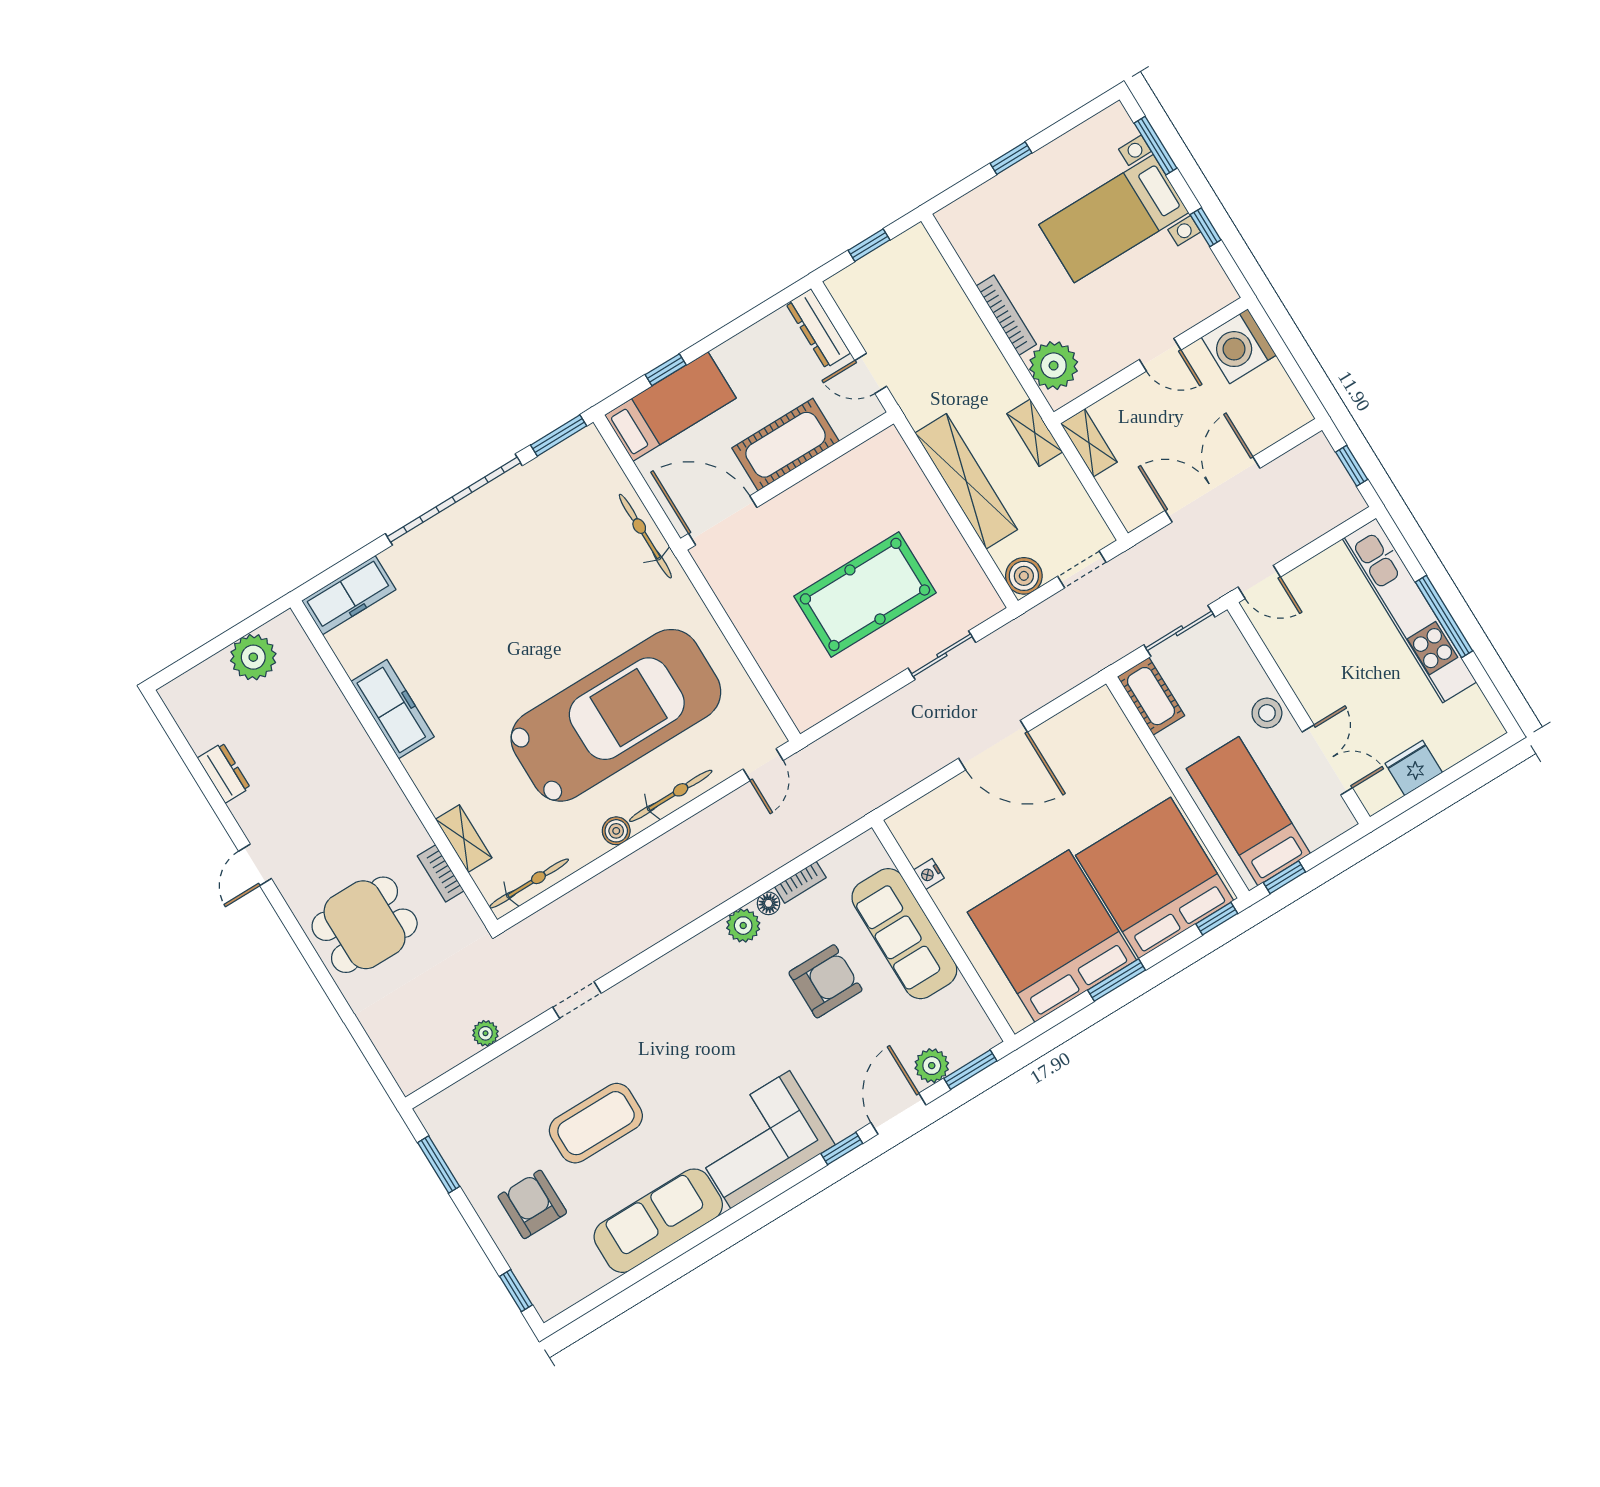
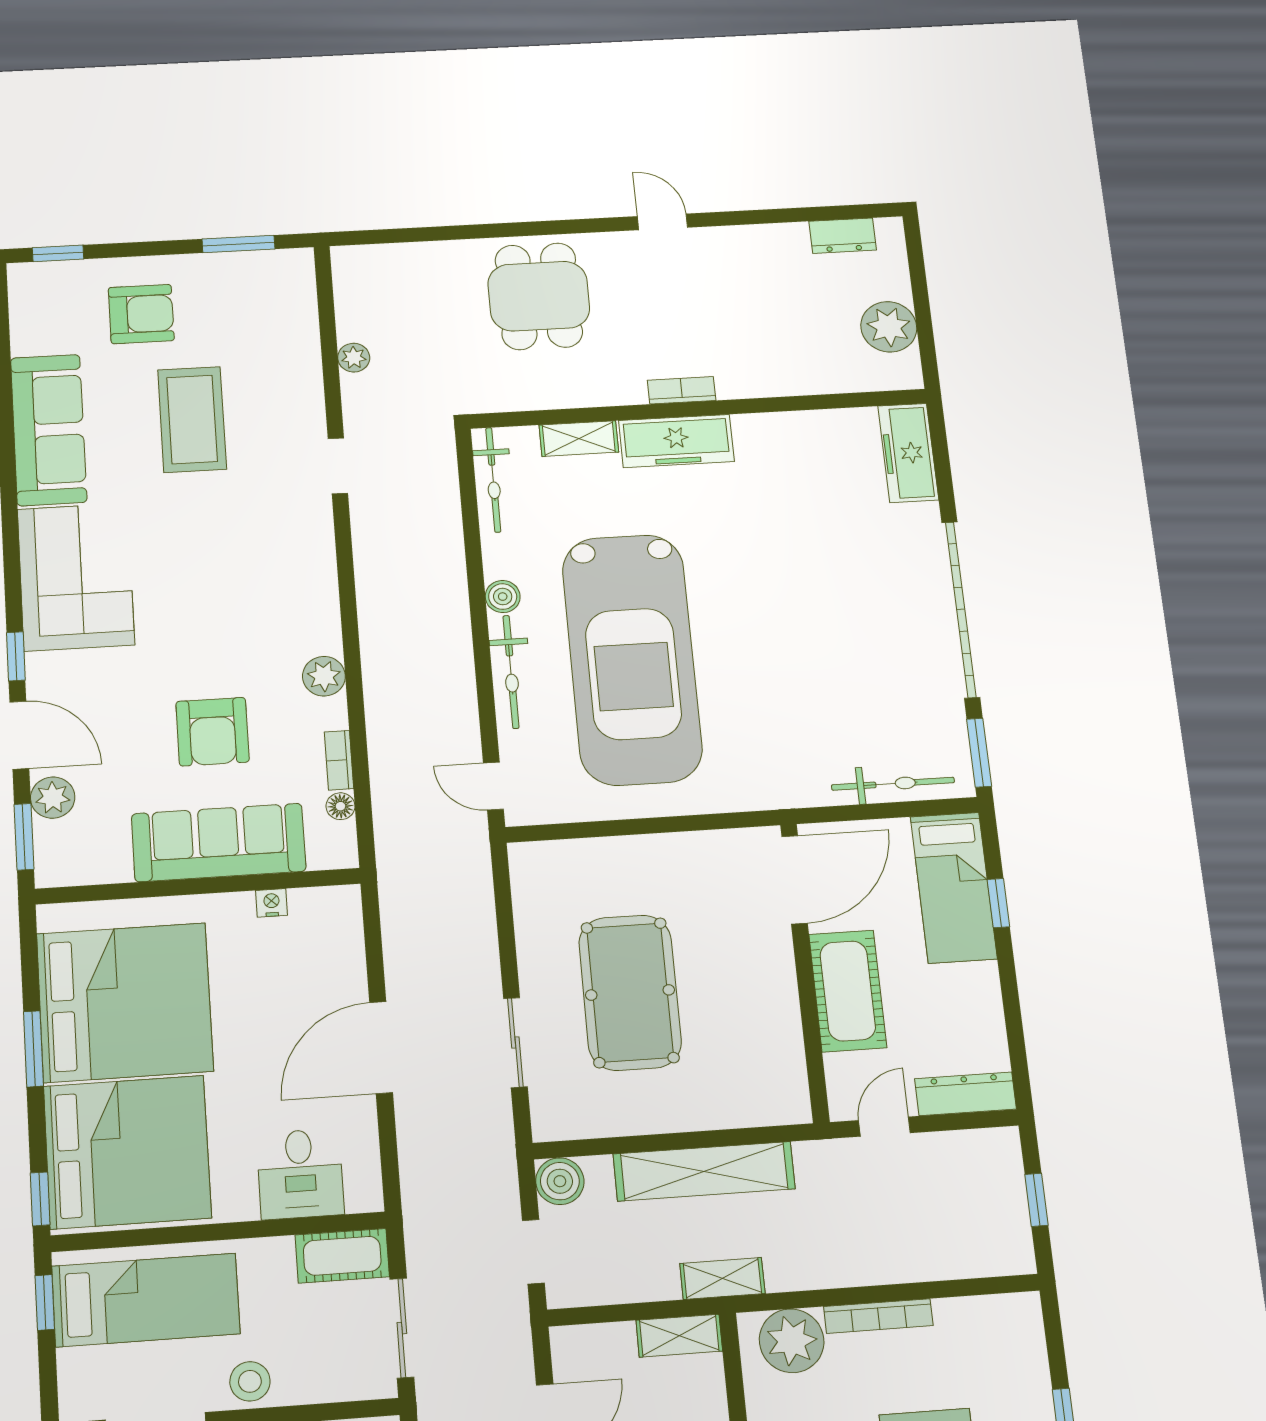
bicycle: (645, 536) -> (893, 784), moved
freezer: (393, 709) -> (676, 441), moved
desk: (1110, 754) -> (300, 1174), added
dresser: (224, 773) -> (843, 236), moved
bookcase: (441, 873) -> (682, 390), moved
floor lamp: (768, 903) -> (340, 806), moved

